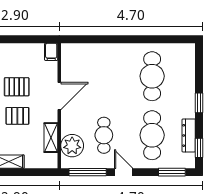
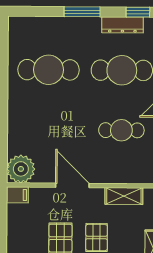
window: (199, 103) -> (82, 12), width x1.50
plant: (72, 146) -> (21, 169), moved

